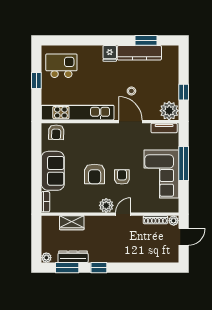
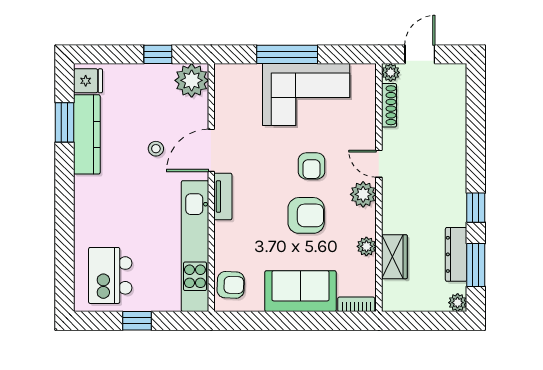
fridge: (110, 53) -> (88, 81), moved
tv unit: (164, 128) -> (223, 196), moved
armchair: (122, 177) -> (311, 166), turned -90
plant: (77, 207) -> (366, 246), added
door: (184, 237) -> (420, 54), hinge flipped

